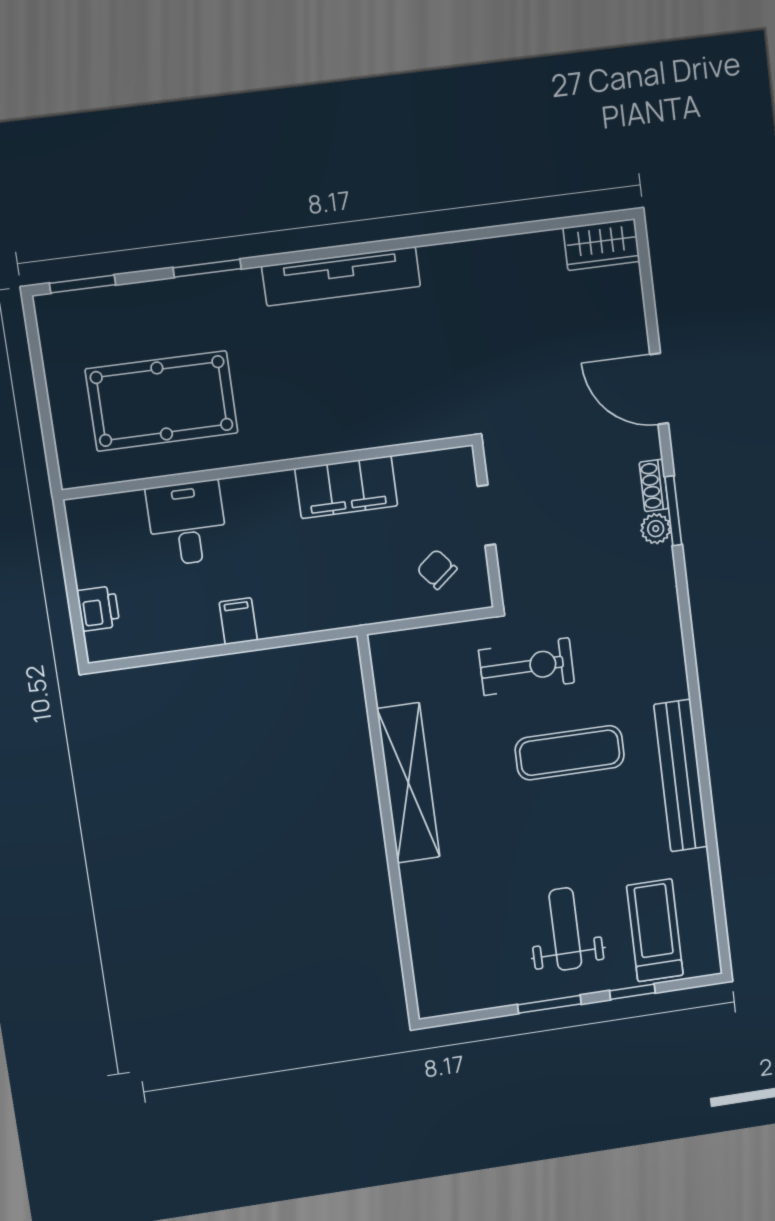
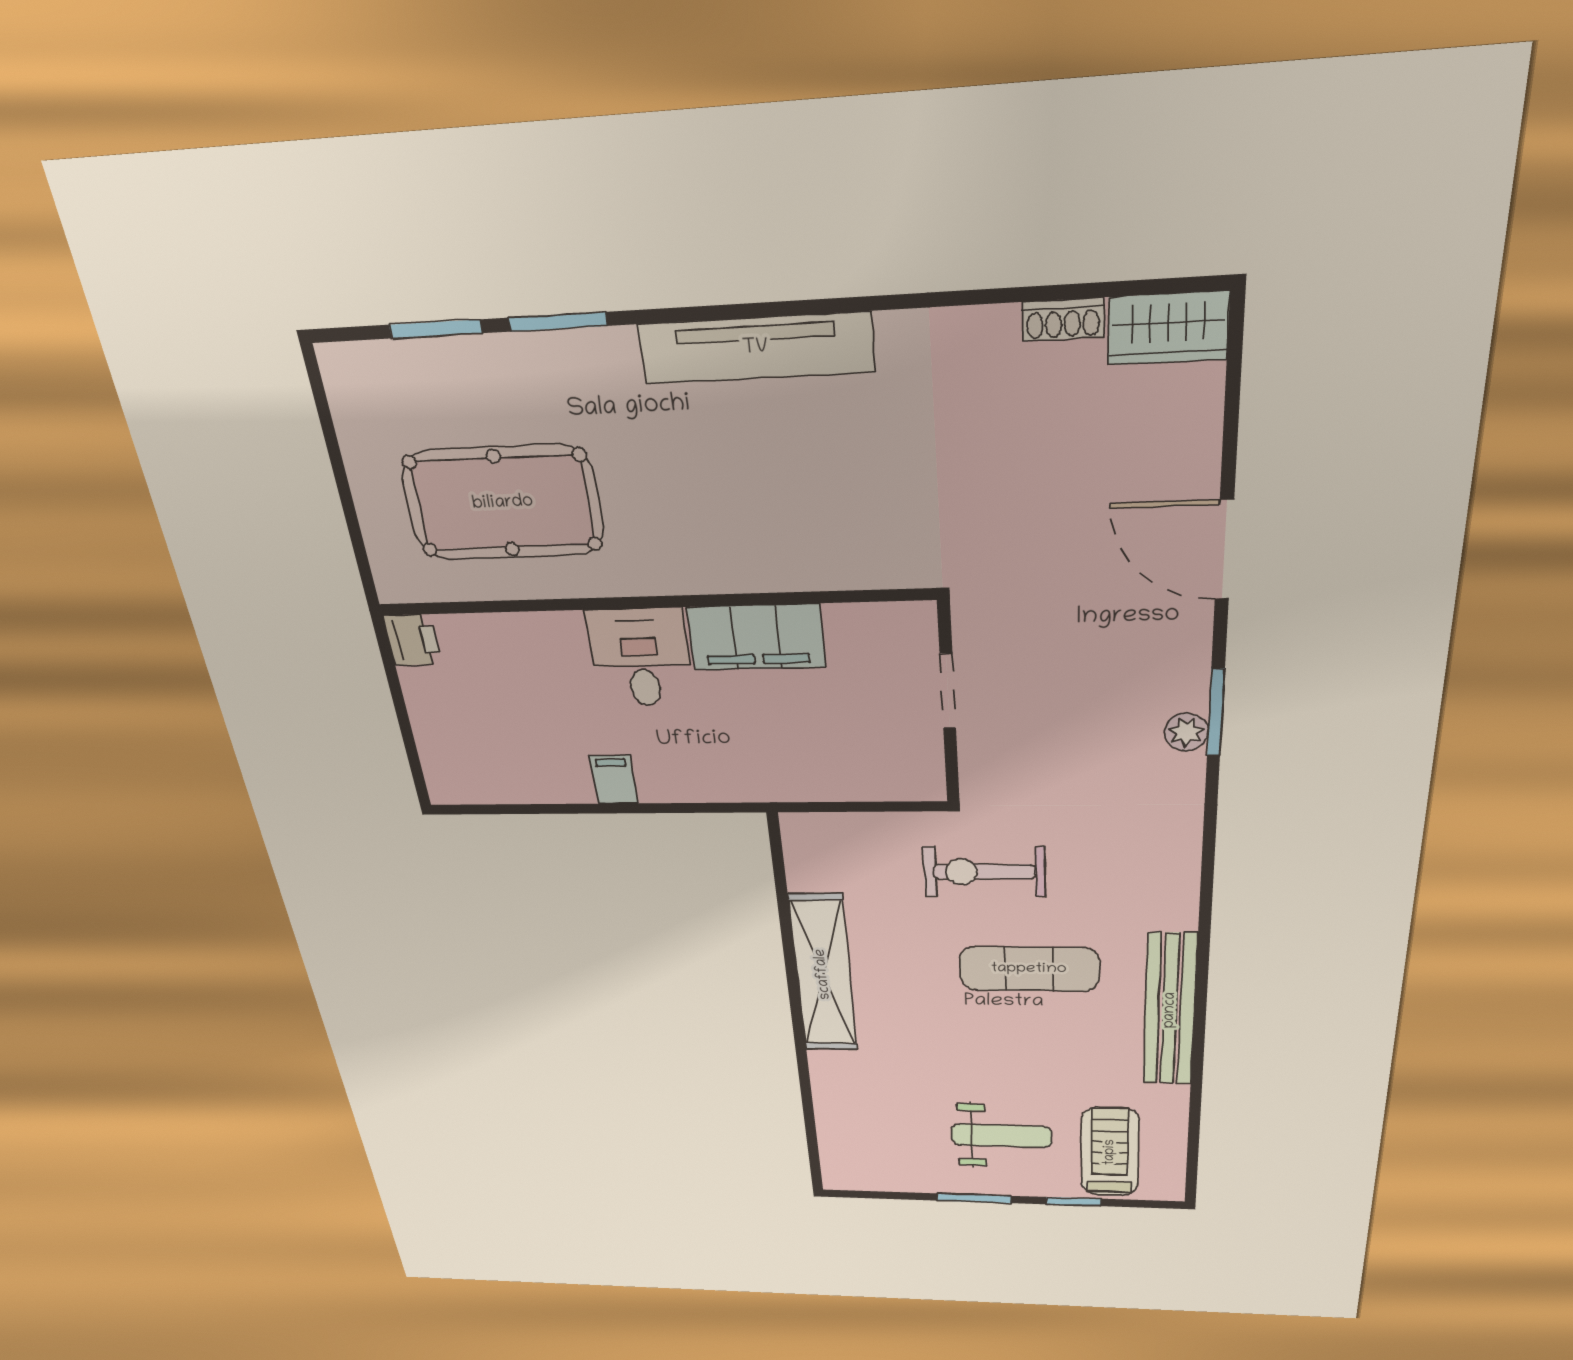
window: (83, 284) -> (436, 329), moved
shoe rack: (654, 485) -> (1063, 319), moved, turned -90
desk: (187, 523) -> (641, 658), moved
chair: (437, 569) -> (875, 749), removed
printer: (98, 608) -> (412, 640), moved
exercise bike: (527, 667) -> (984, 872), turned 180
weight bench: (565, 929) -> (1001, 1136), turned 90

